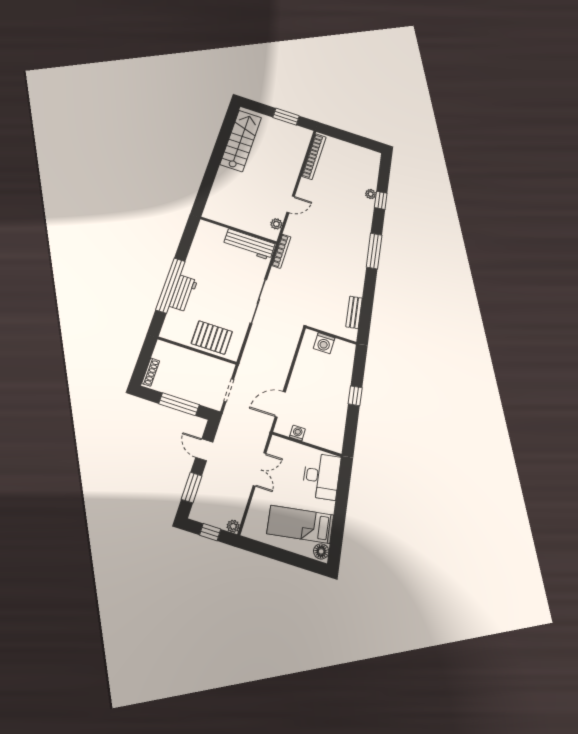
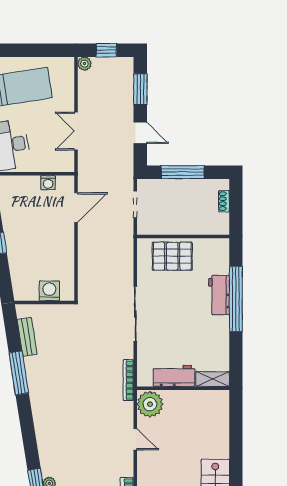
door: (291, 204) -> (135, 439), swing flipped
plant: (276, 224) -> (150, 404), width x1.88, depth x1.88
shelving: (212, 229) -> (213, 379), added
workbench: (249, 244) -> (174, 376), width x0.73
window: (374, 251) -> (19, 373), moved
shoe rack: (151, 372) -> (224, 201), width x0.70

